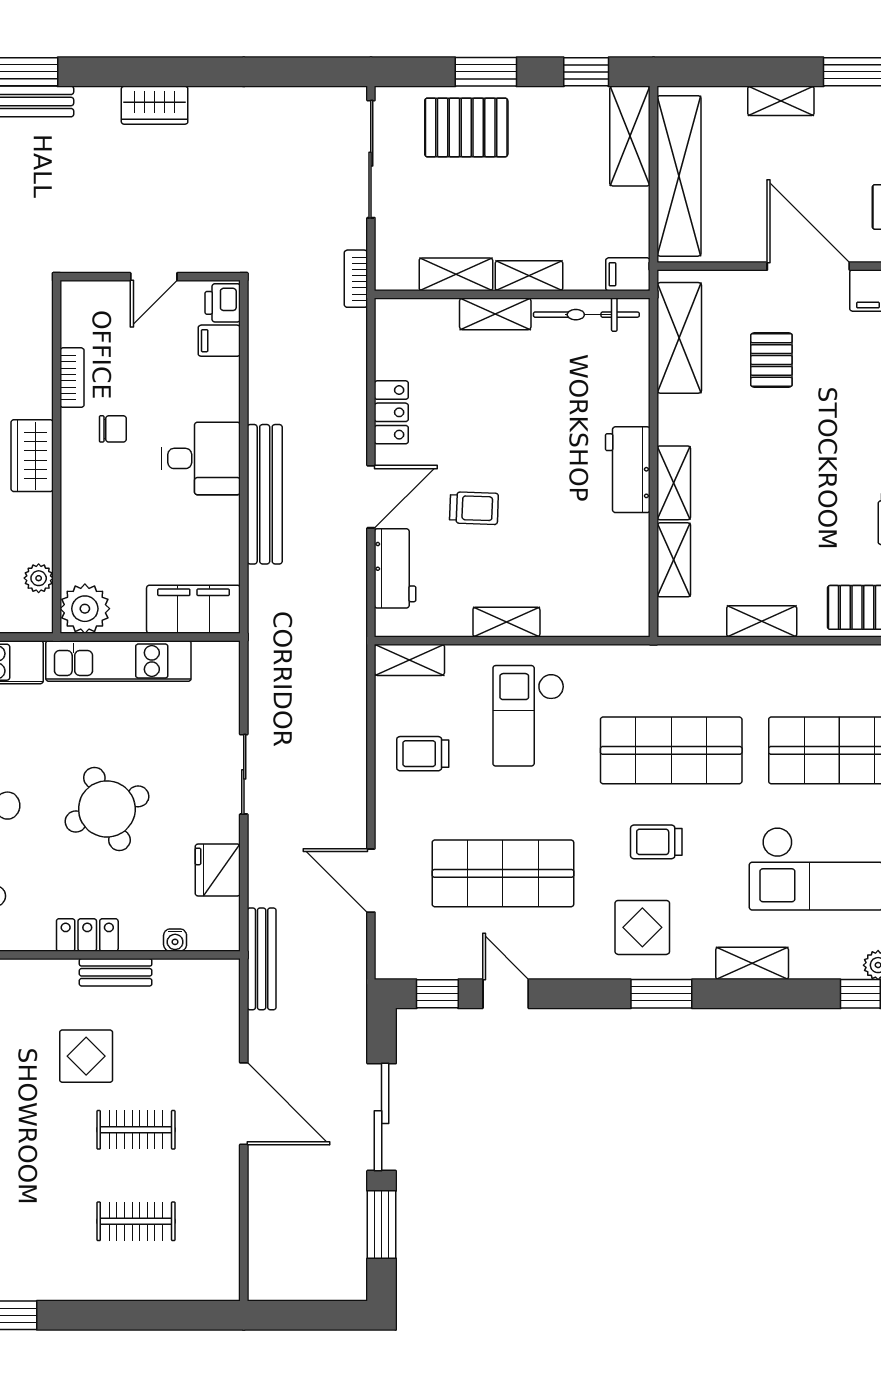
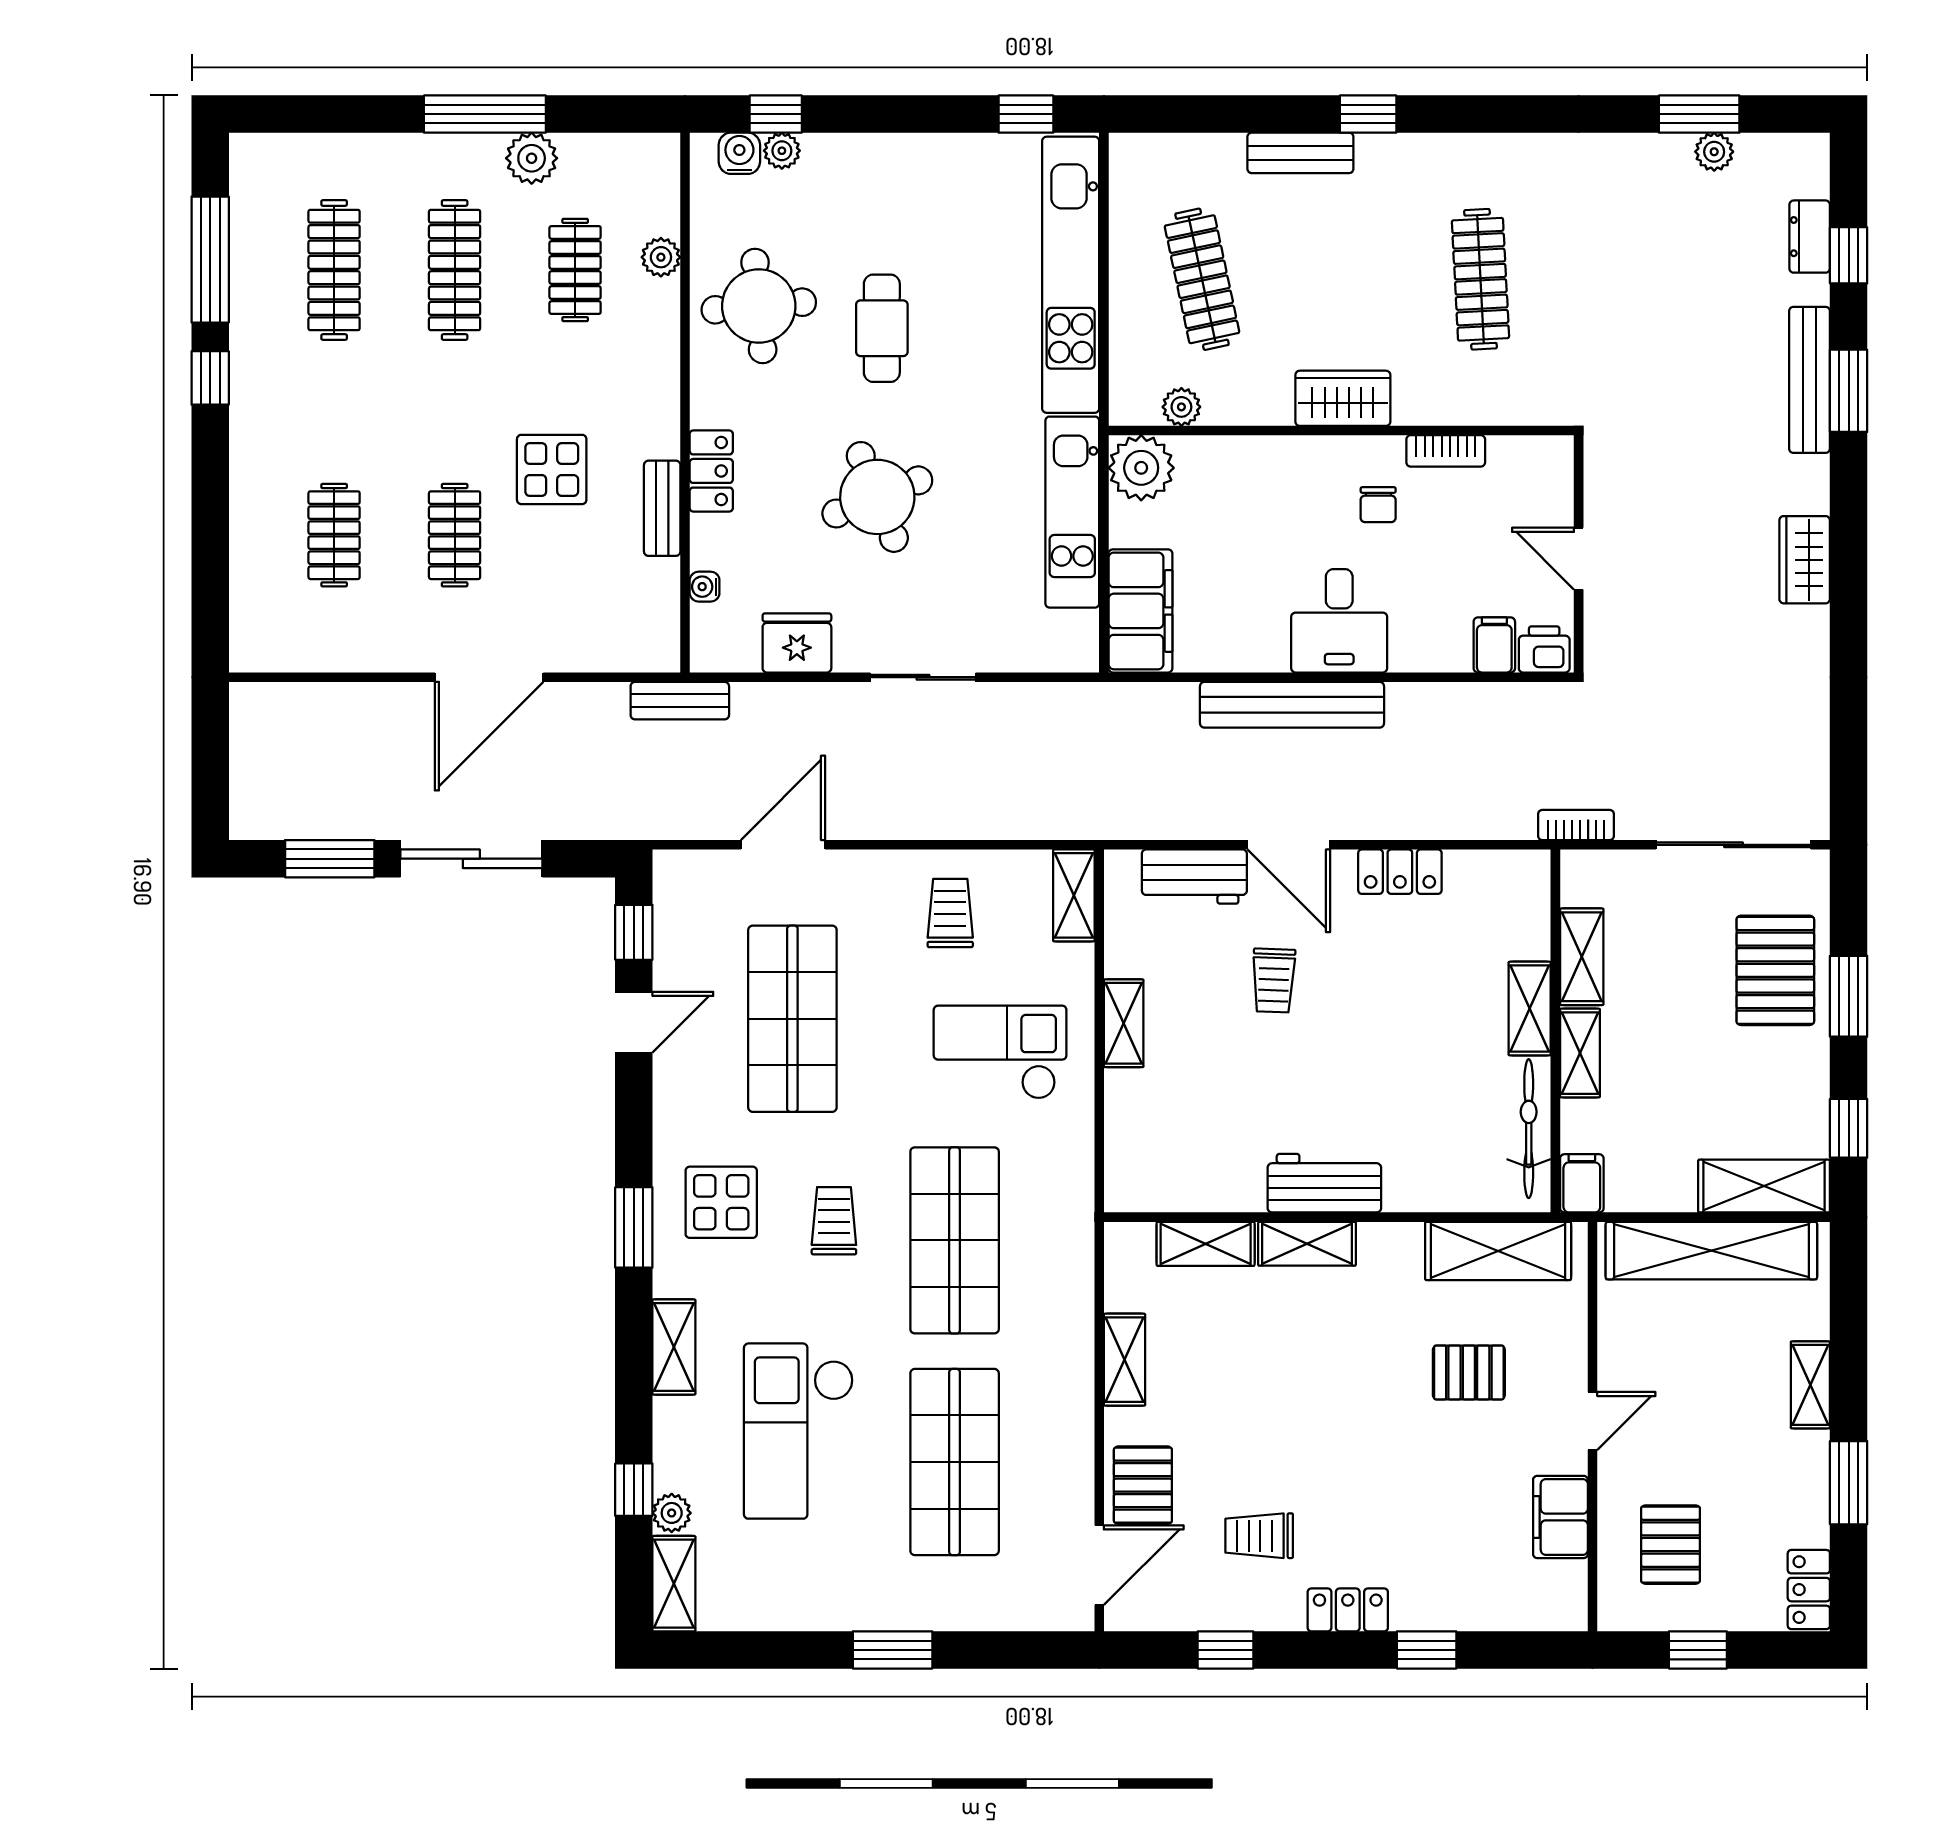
door: (808, 266) -> (1593, 1421), width x0.53
bench: (262, 959) -> (680, 701), width x0.73

